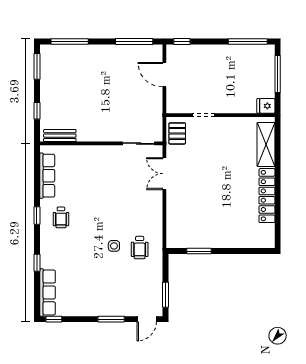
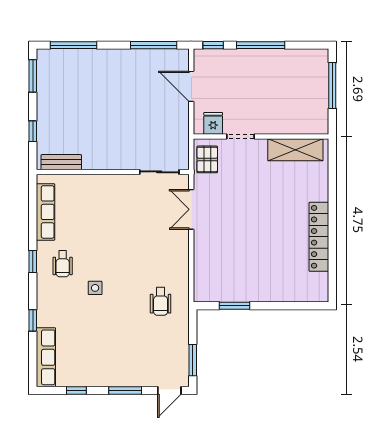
window: (248, 42) -> (261, 45), moved
fridge: (266, 106) -> (213, 123), moved, turned 90
shelving: (266, 144) -> (295, 150), moved, turned 90
side table: (114, 246) -> (95, 288), moved
window: (54, 319) -> (76, 391), moved

